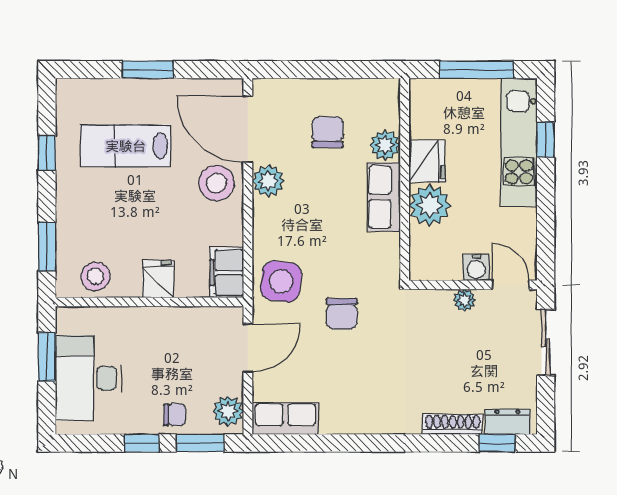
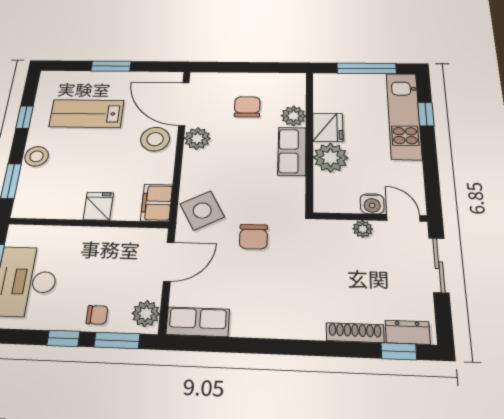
stool: (95, 276) -> (37, 156), moved
side table: (281, 281) -> (202, 211), turned -35

